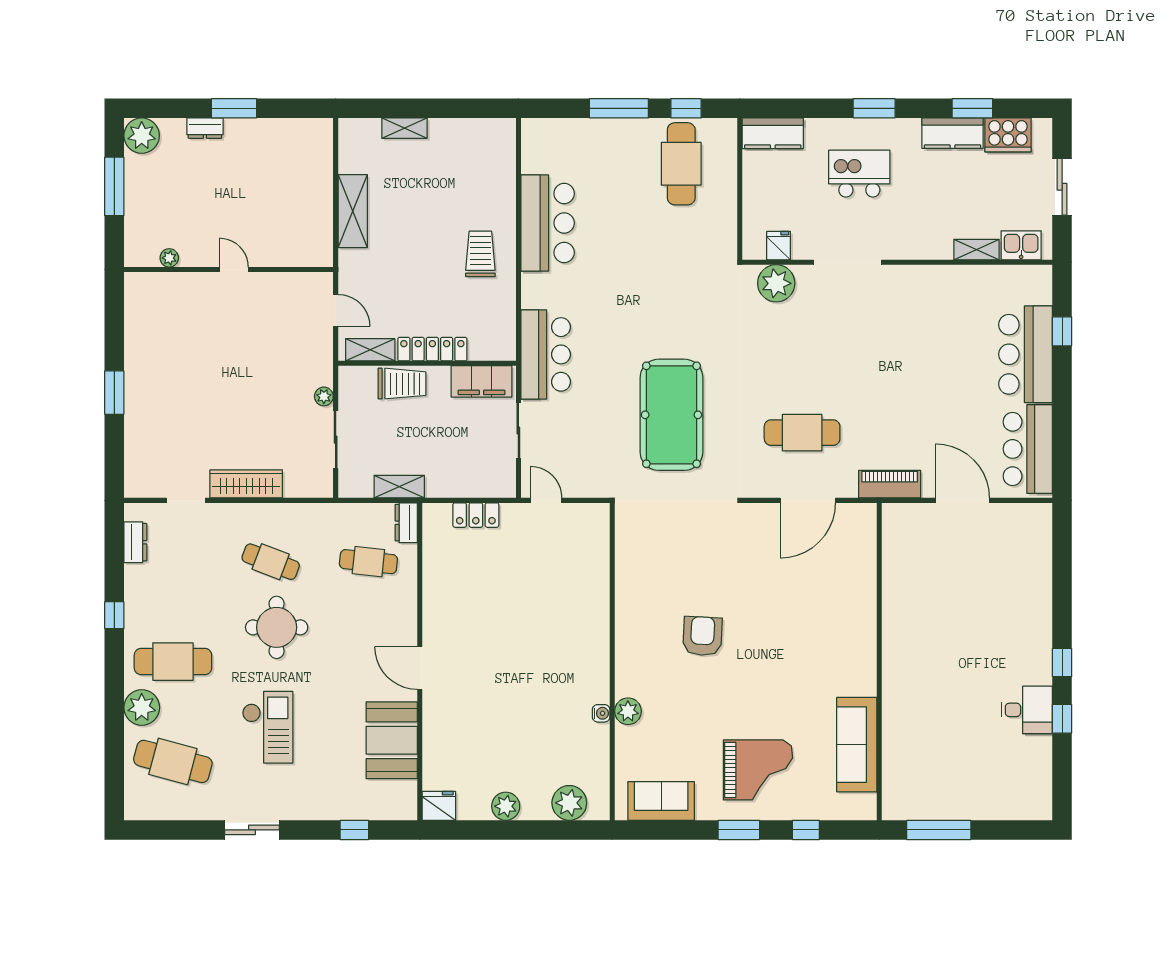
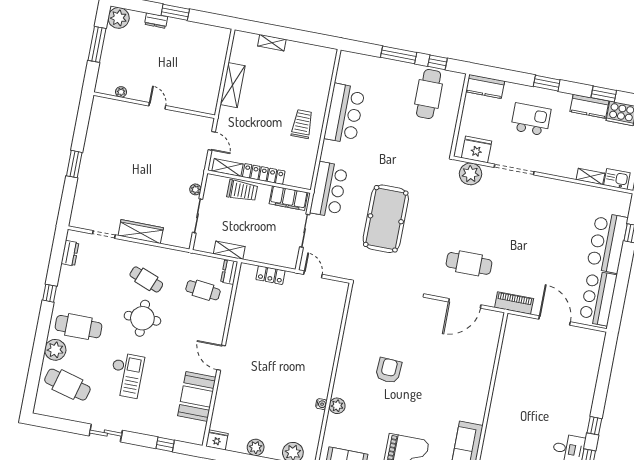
fridge: (779, 246) -> (477, 149), width x1.88, depth x1.34
pool table: (671, 415) -> (386, 219), moved

